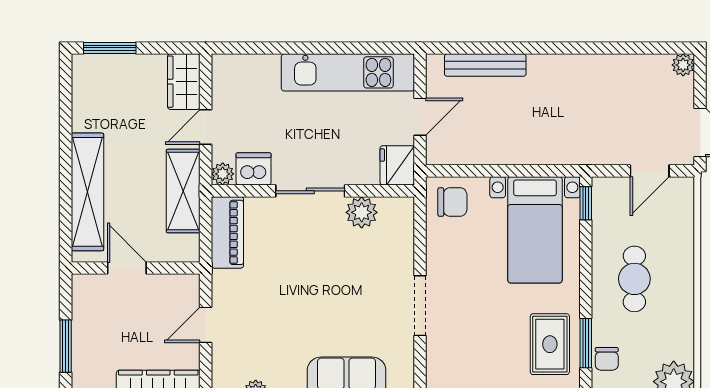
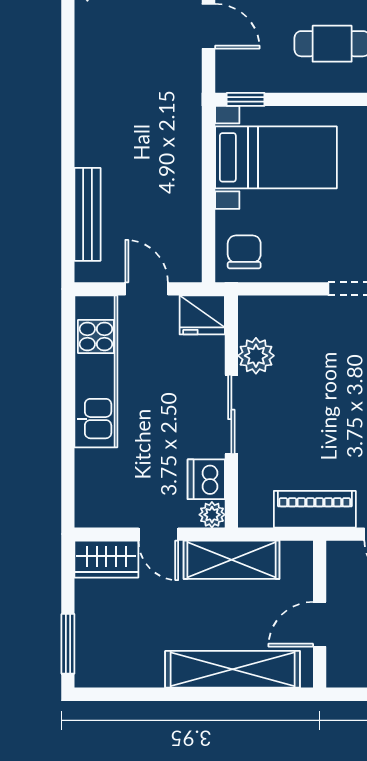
piano: (227, 232) -> (315, 509), moved

